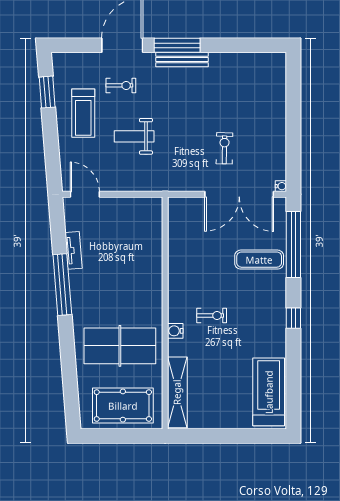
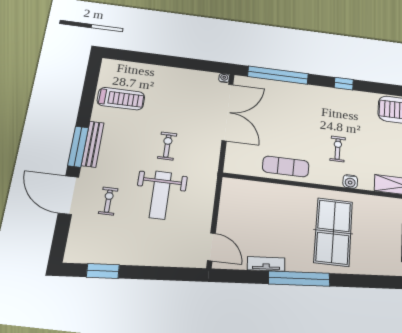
treadmill: (83, 113) -> (121, 99), moved
weight bench: (134, 136) -> (160, 195), width x1.36, depth x1.33
exercise bike: (224, 148) -> (167, 146), moved, turned 89
door: (85, 194) -> (211, 247), swing flipped
exercise mat: (259, 260) -> (286, 166), moved, turned 90
table tennis table: (120, 346) -> (333, 232), moved

